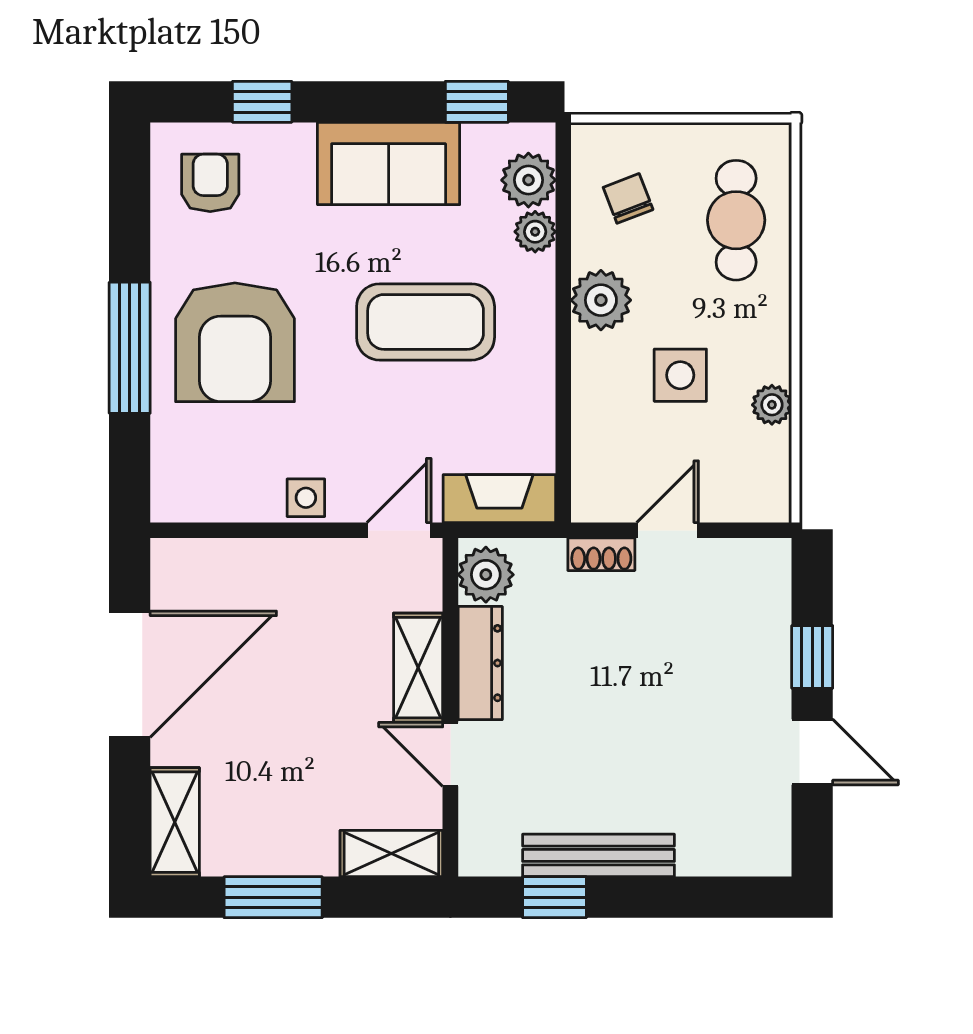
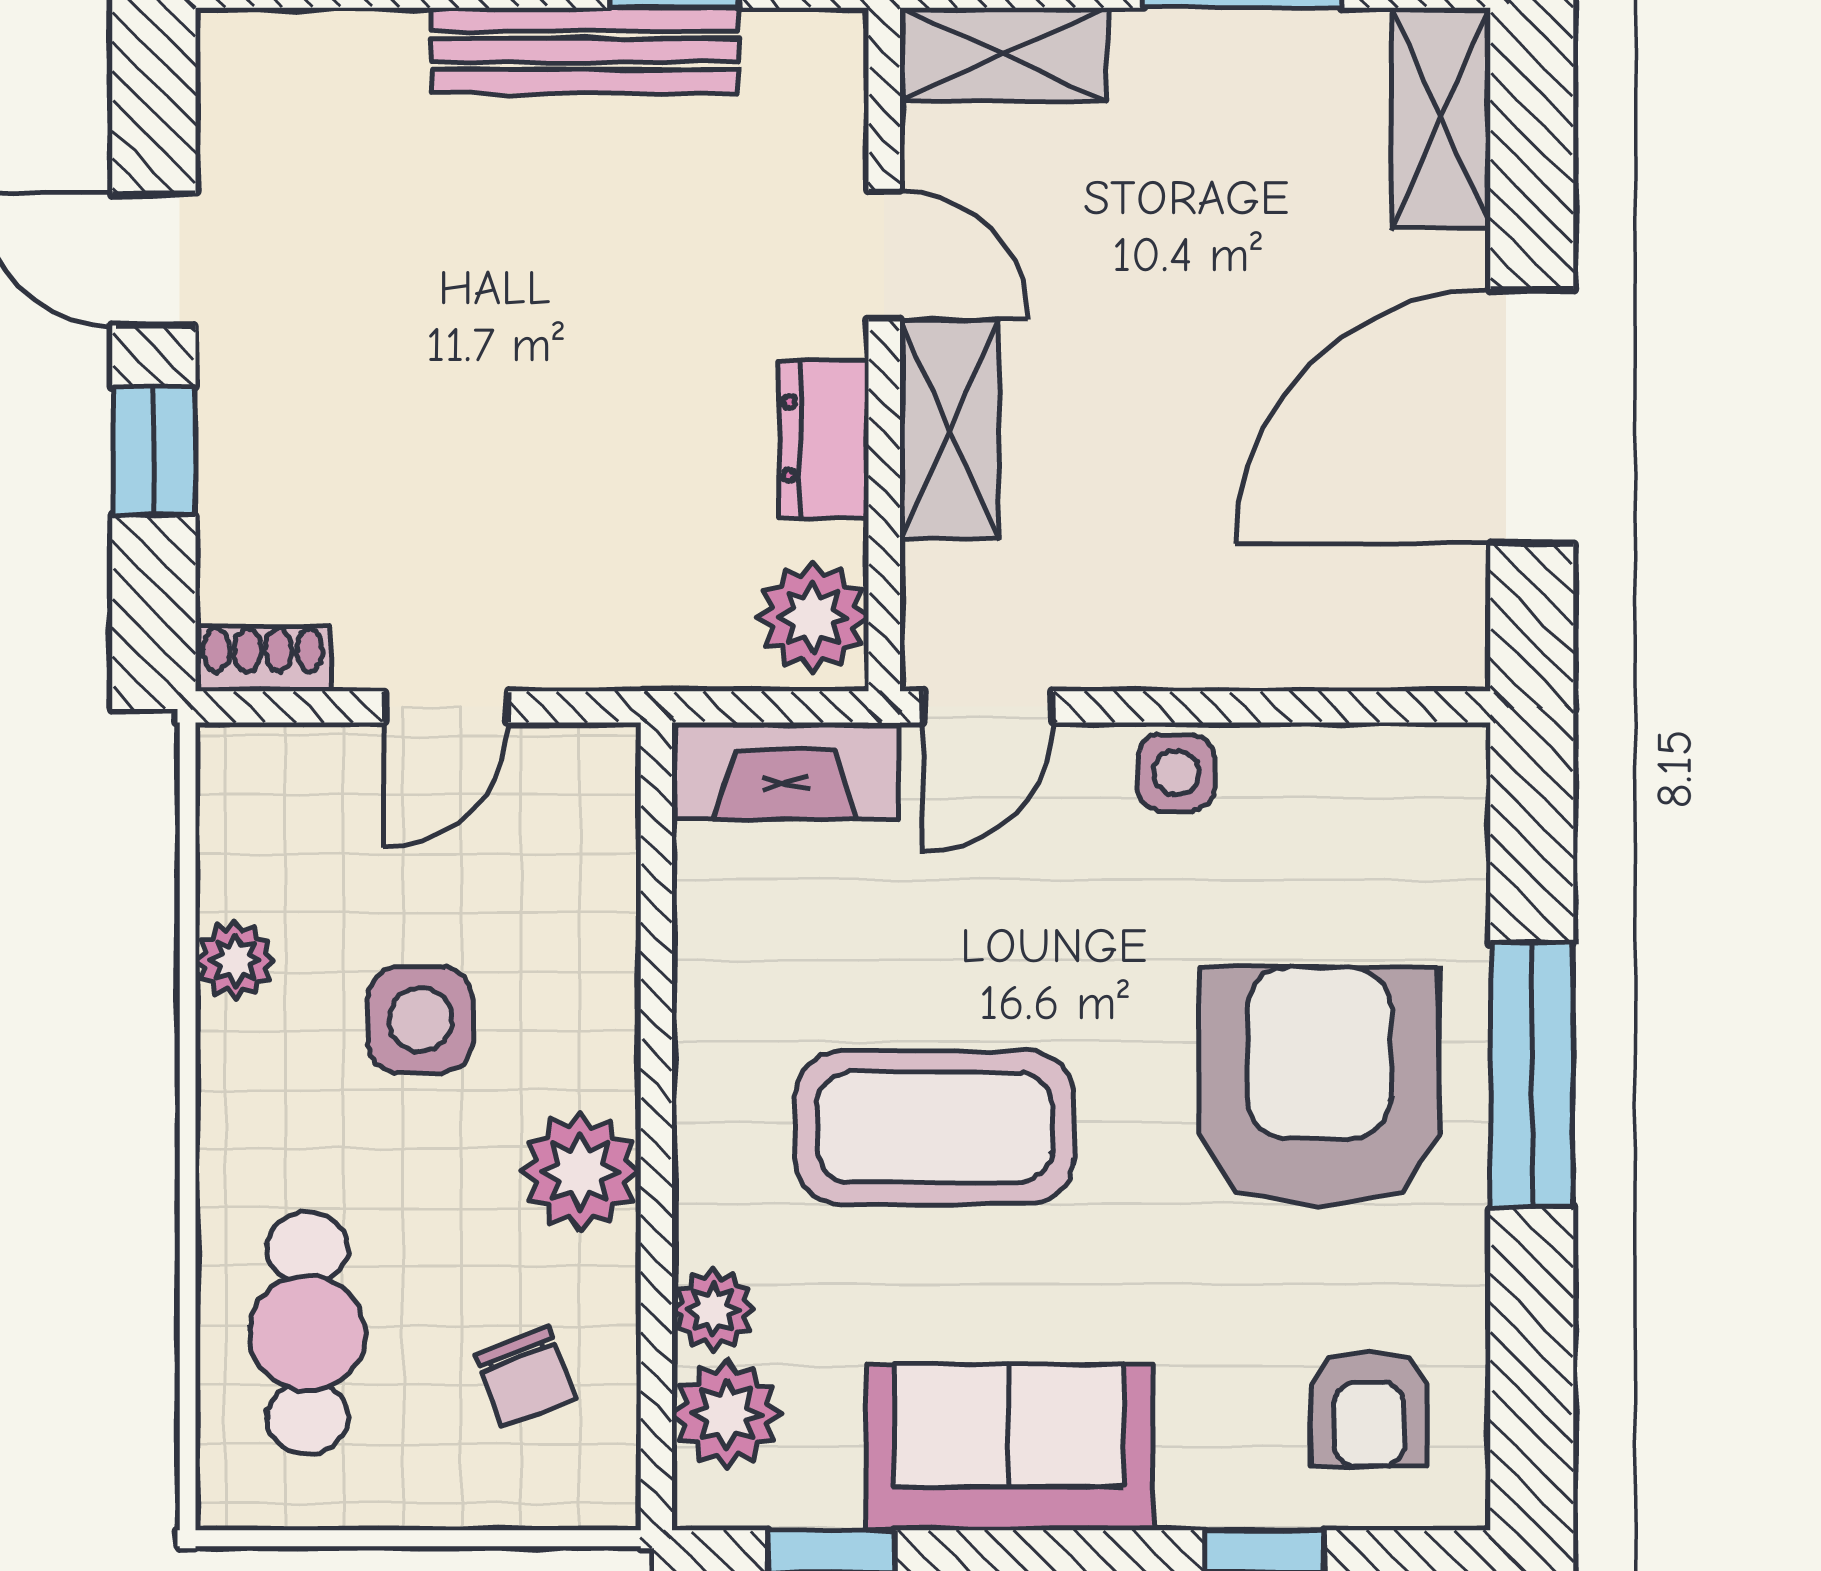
shoe rack: (601, 554) -> (263, 658), moved
dresser: (480, 663) -> (824, 439), width x0.70

